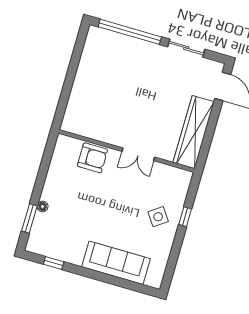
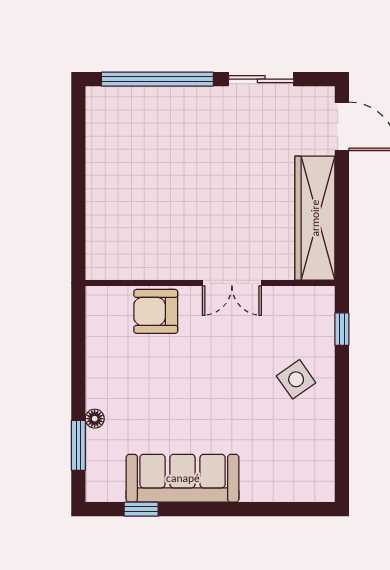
armchair: (92, 158) -> (156, 311), turned 180
window: (185, 217) -> (342, 329), moved
sofa: (116, 263) -> (183, 478), moved

